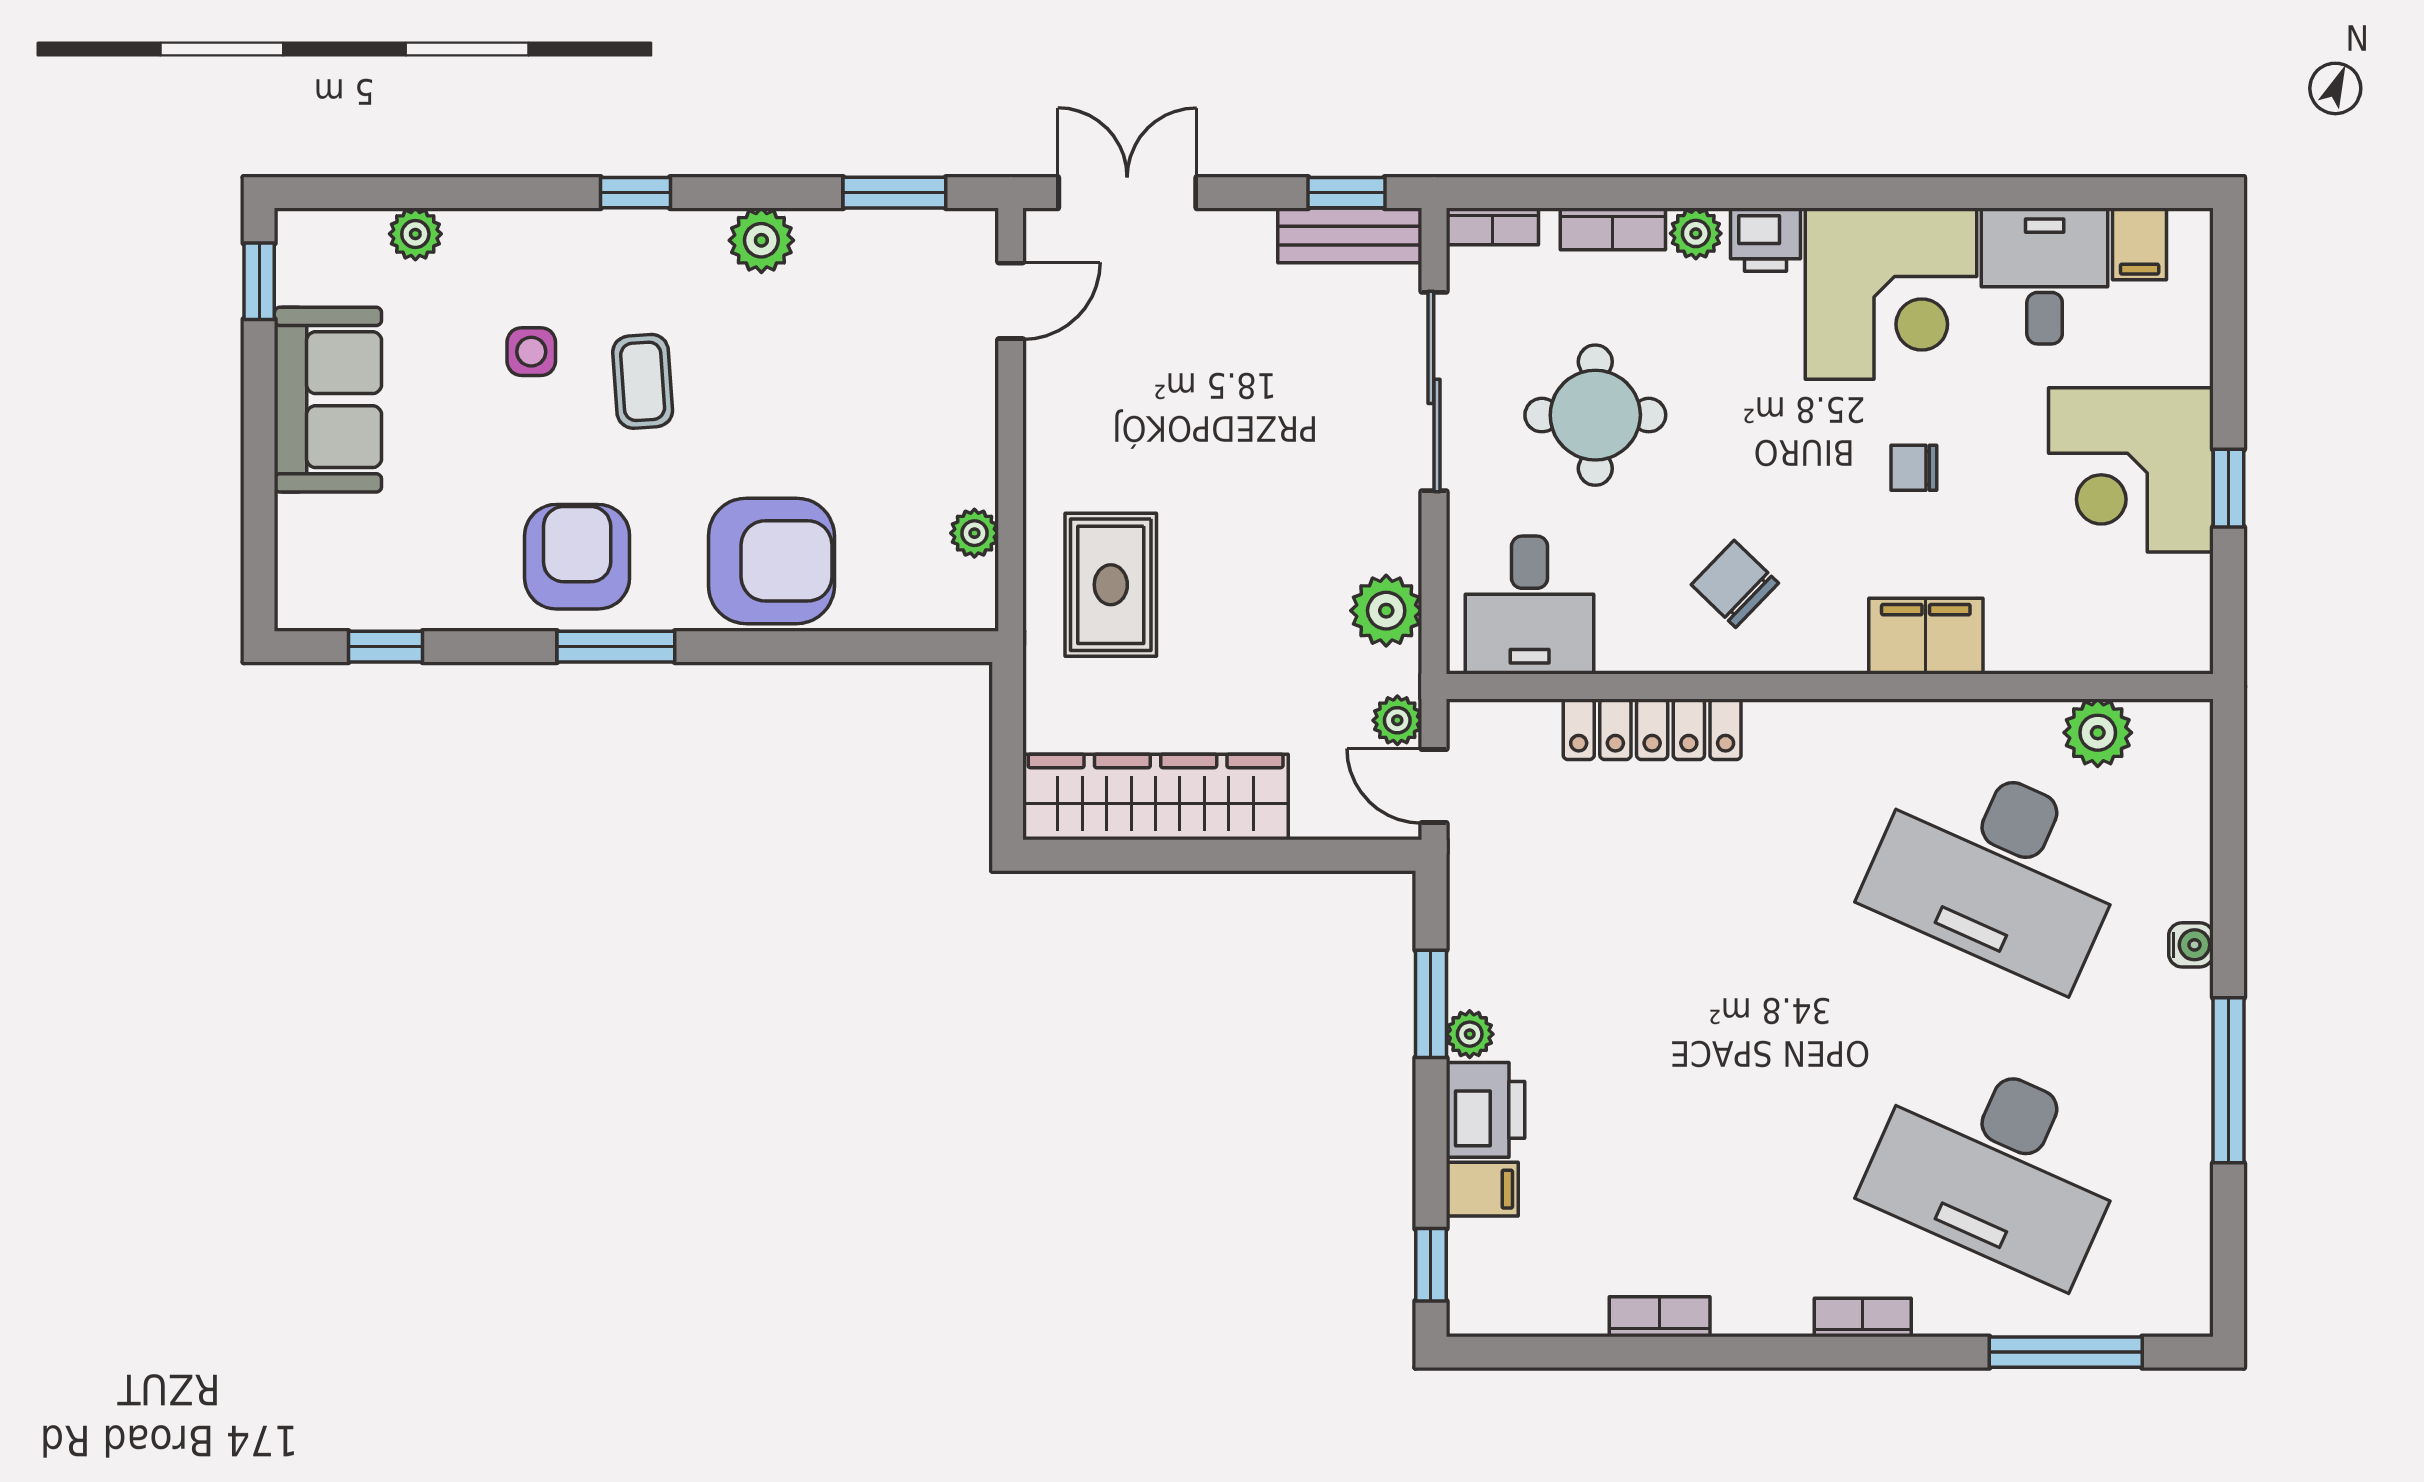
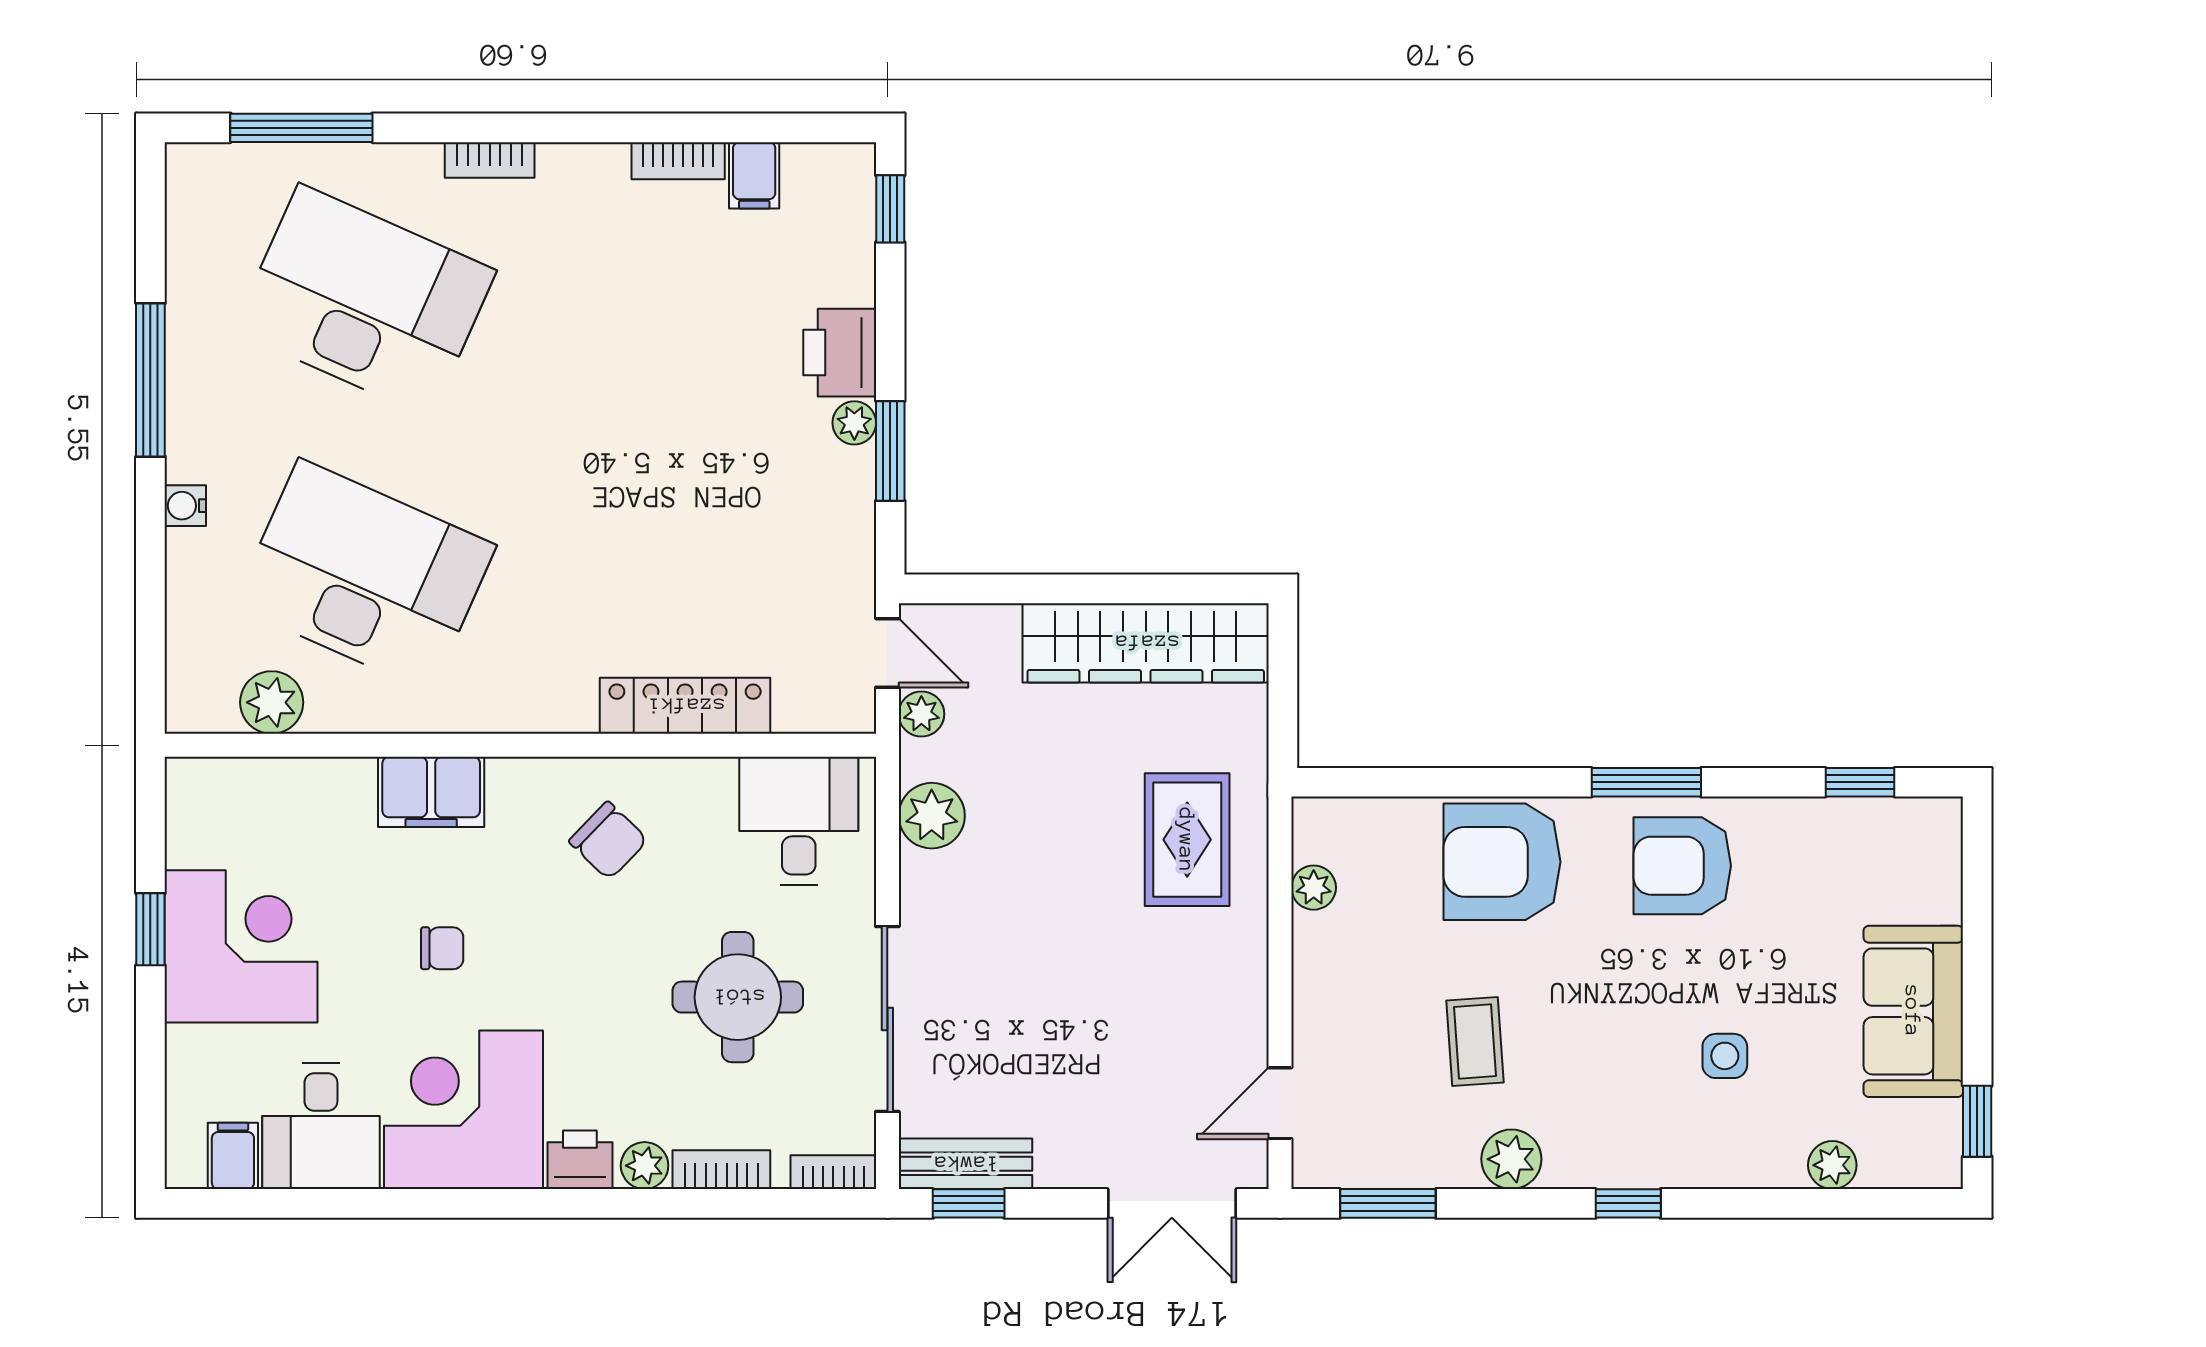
coffee table: (643, 381) -> (1475, 1042), moved
armchair: (577, 557) -> (1682, 866), turned 90
filing cabinet: (1482, 1189) -> (754, 175), moved, turned -90

